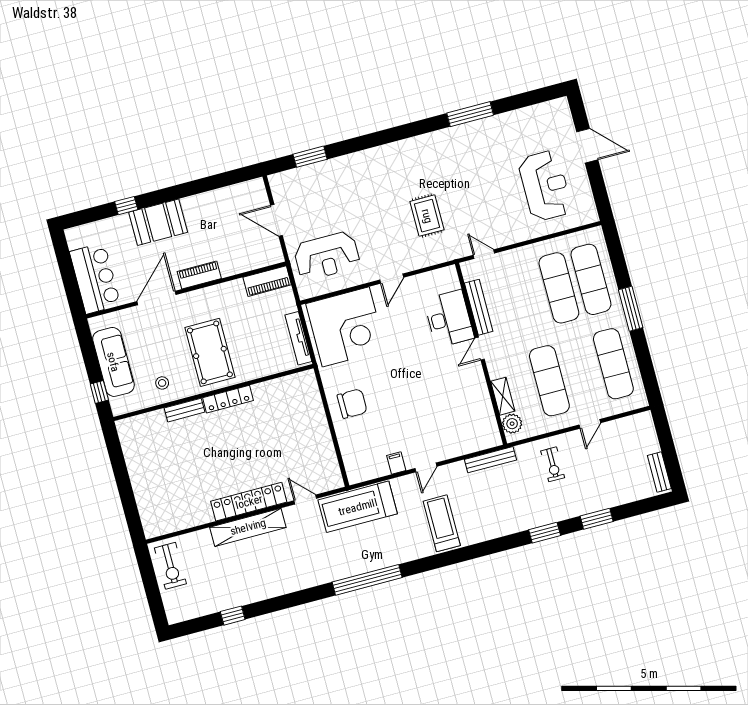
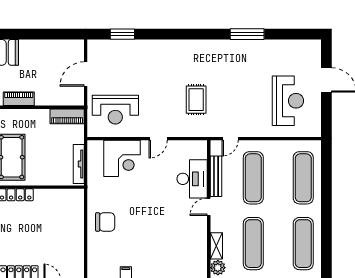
door: (276, 220) -> (86, 74), hinge flipped
door: (484, 254) -> (230, 139), swing flipped
exercise mat: (559, 288) -> (253, 178), moved
window: (631, 309) -> (326, 207), removed
corner desk: (346, 327) -> (122, 158), width x0.74, depth x0.74

